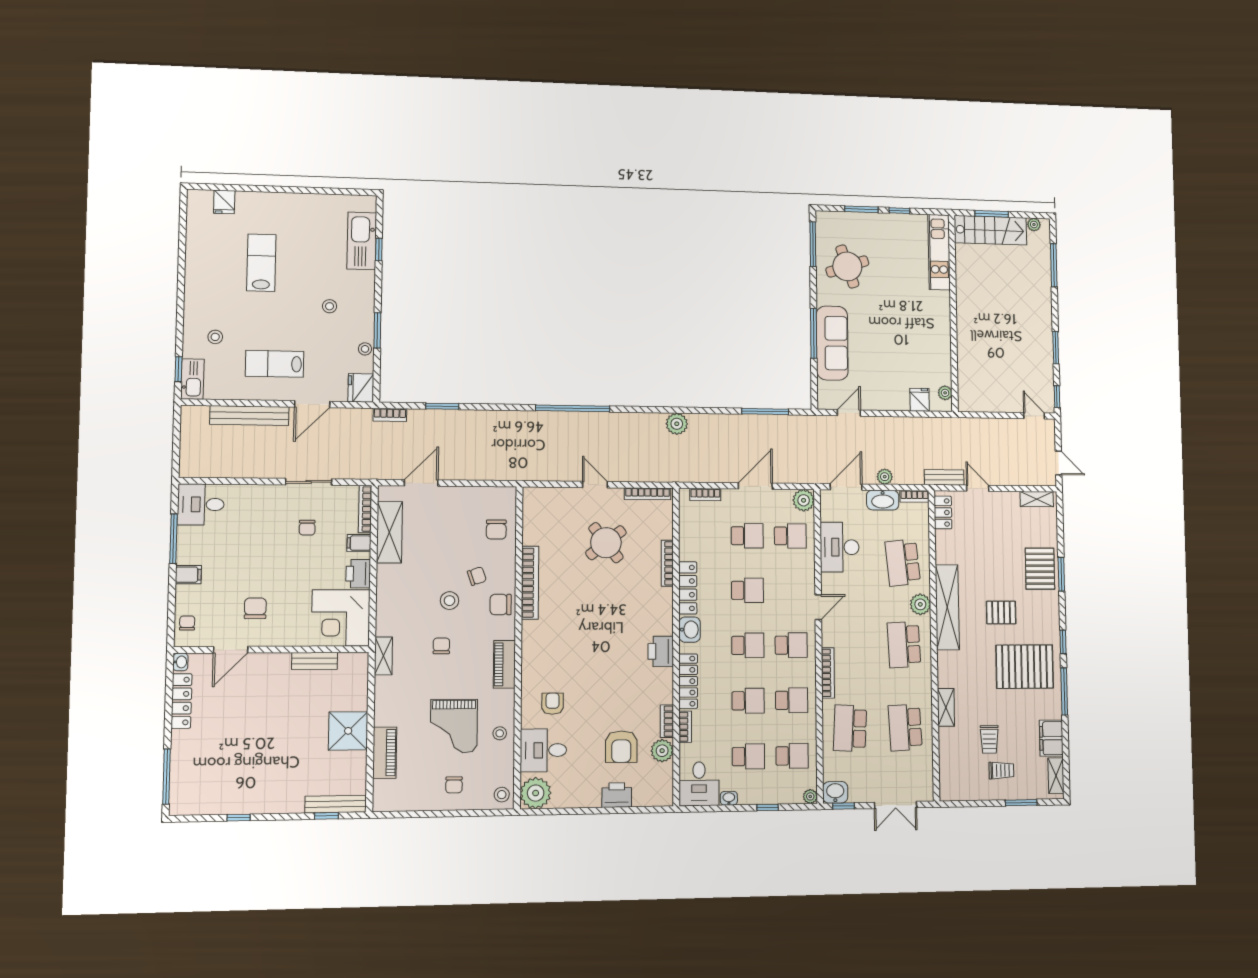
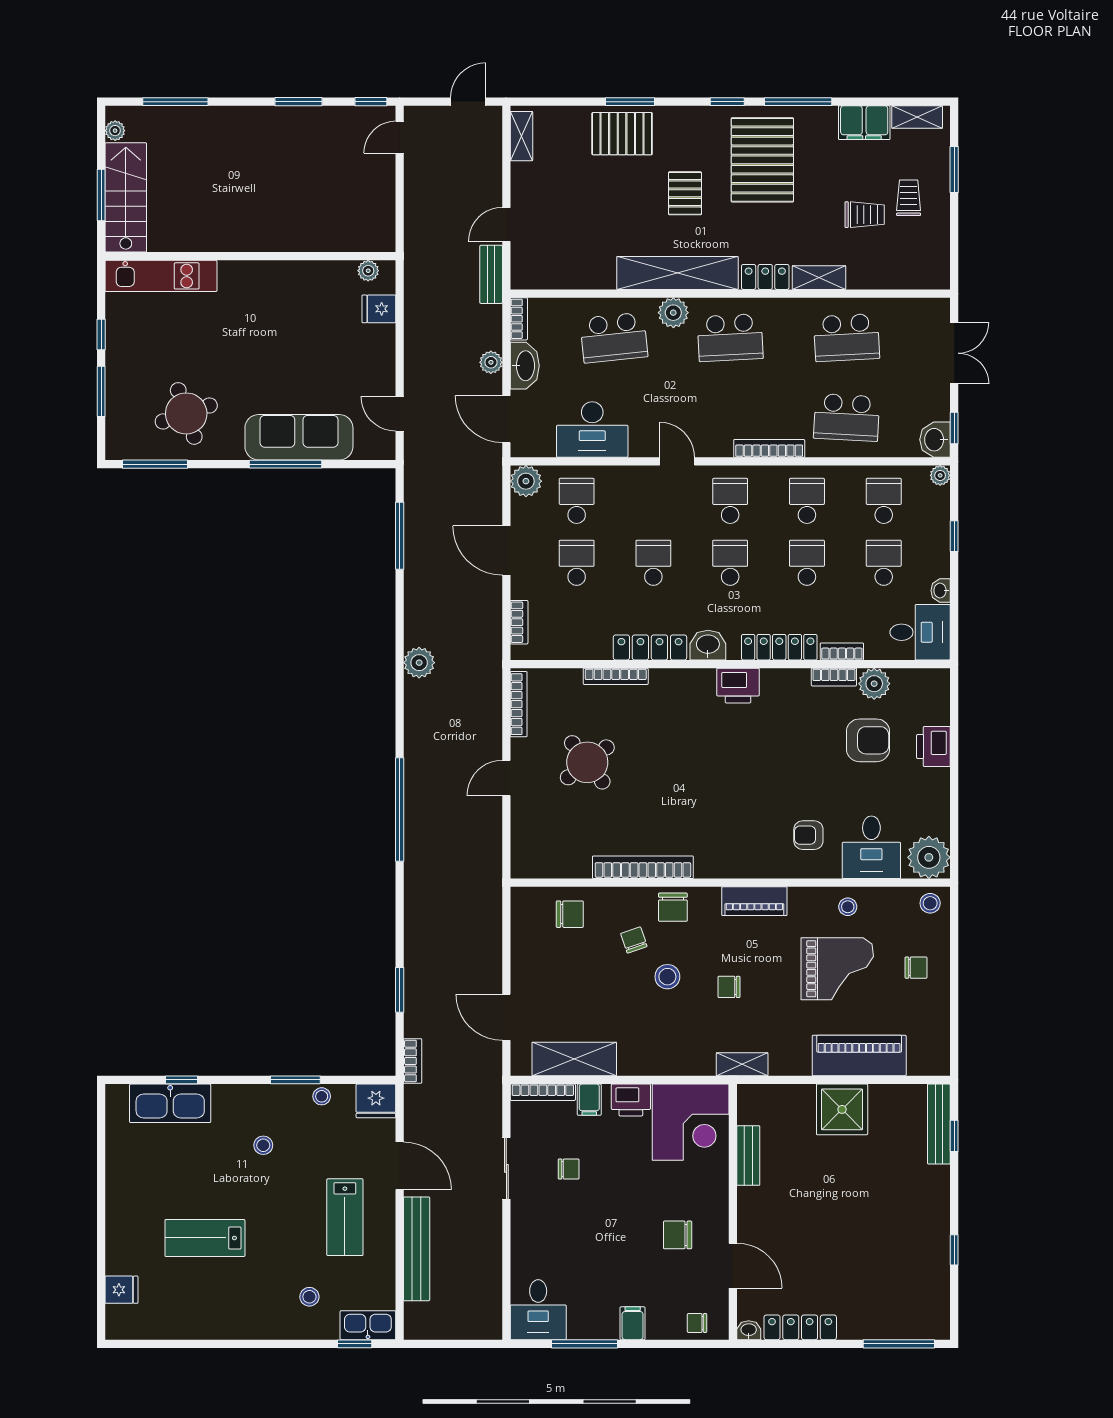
locker: (943, 512) -> (765, 277), moved
piano: (385, 753) -> (859, 1056), width x1.37, depth x1.33

